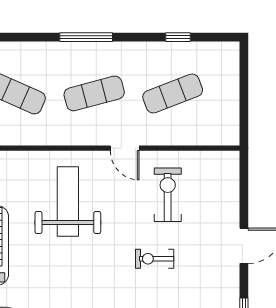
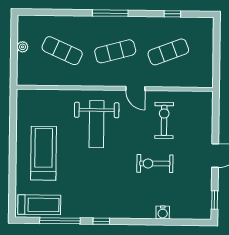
weight bench: (68, 202) -> (97, 124), turned 180
exercise bike: (155, 259) -> (155, 164), width x1.38, depth x1.39

